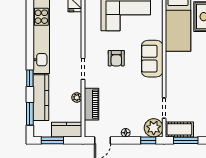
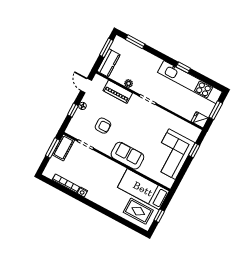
armchair: (116, 58) -> (103, 126), moved, turned 180
window: (30, 78) -> (183, 68), moved
kitchen counter: (41, 98) -> (143, 56), removed
plant: (154, 128) -> (75, 129), removed
window: (148, 140) -> (73, 110), moved

